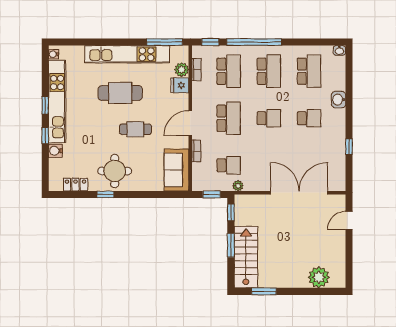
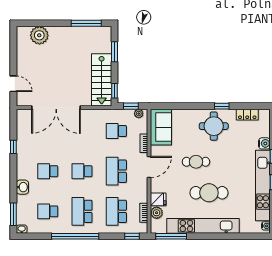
window: (254, 42) -> (75, 236), moved
window: (349, 68) -> (13, 214), added
school desk: (309, 71) -> (48, 211), width x0.54
plant: (238, 186) -> (139, 114), moved
door: (349, 221) -> (13, 84), hinge flipped
window: (231, 245) -> (114, 52), moved
stairs: (246, 257) -> (102, 80), moved
window: (264, 291) -> (86, 23), width x1.44

